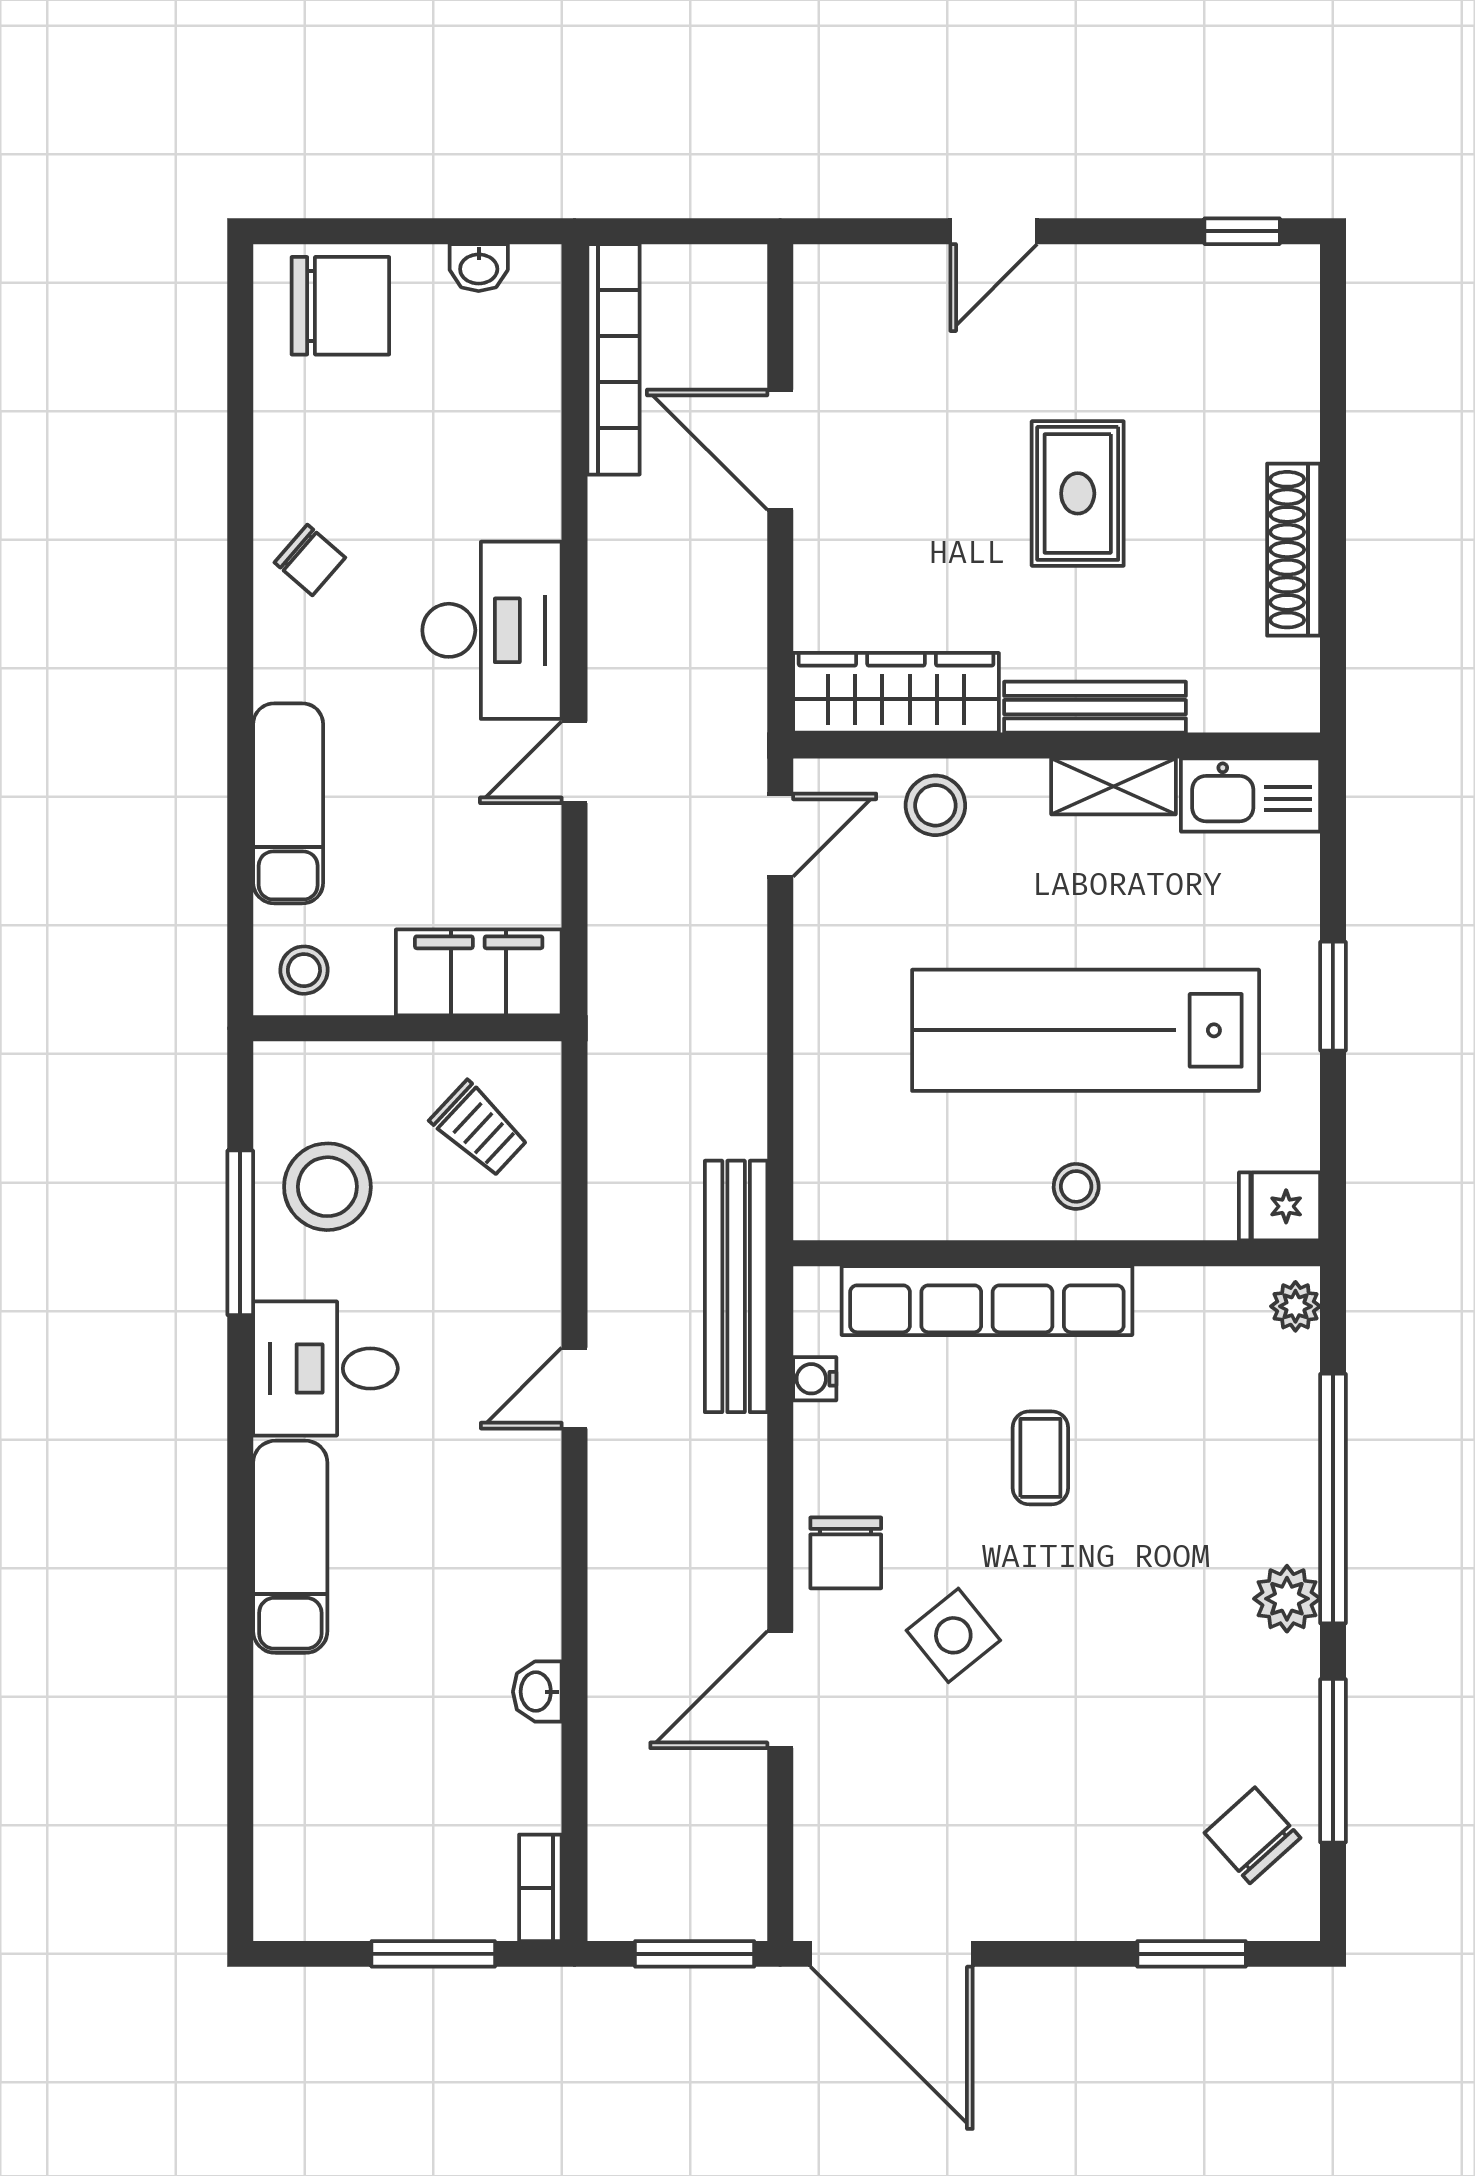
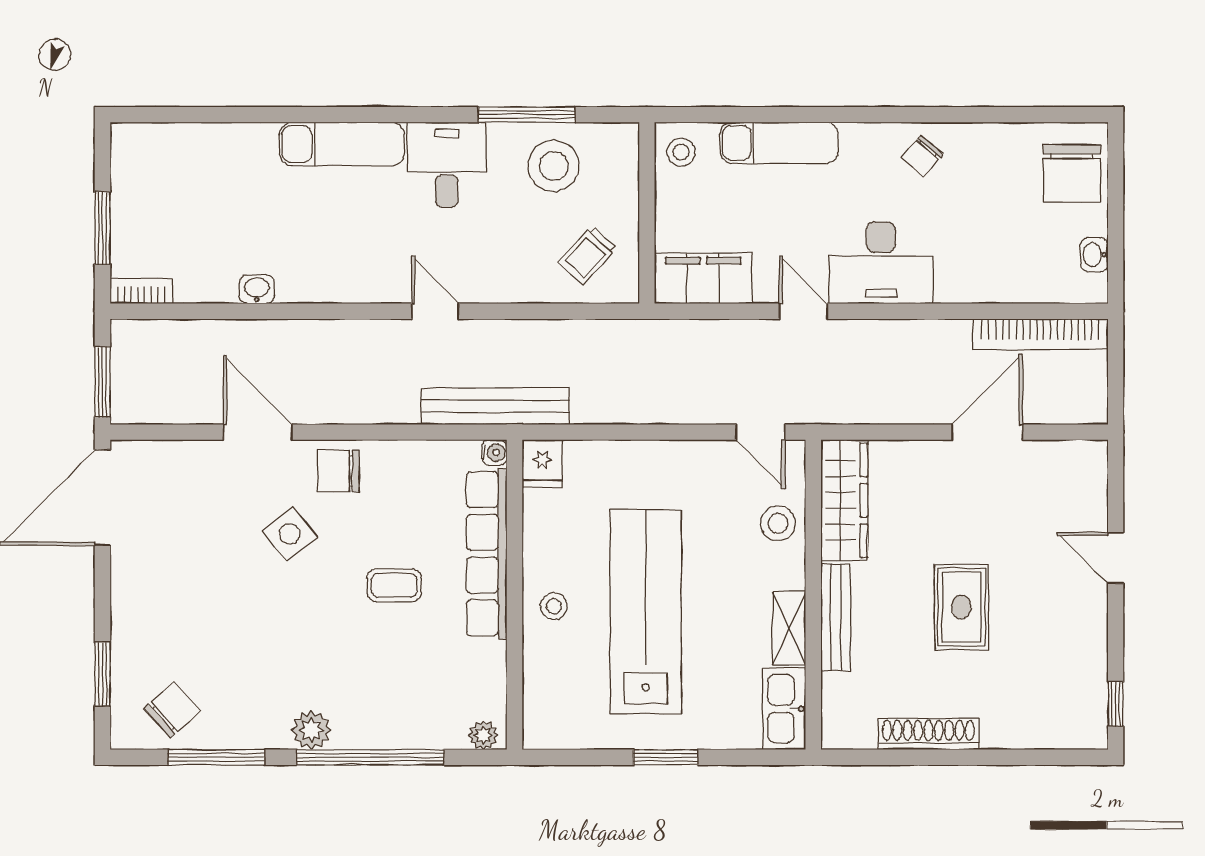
rug: (1078, 493) -> (961, 607), turned 90
filing cabinet: (479, 972) -> (703, 278), moved, turned -90
fridge: (1280, 1206) -> (542, 464), moved, turned 180
water cooler: (815, 1379) -> (494, 452), moved, turned 90

